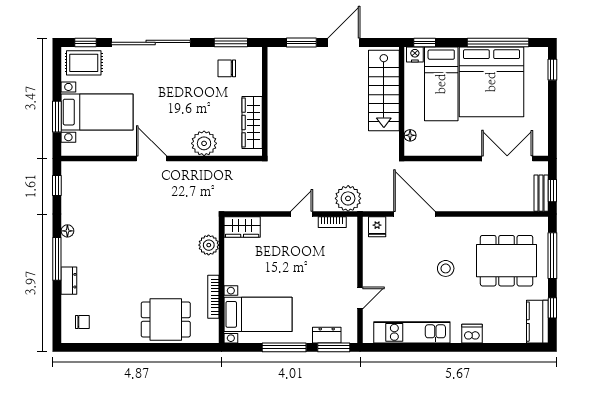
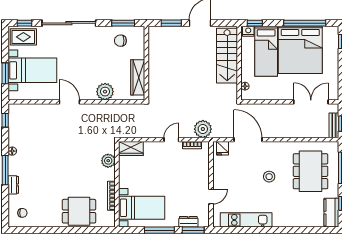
dining table: (507, 261) -> (310, 171), turned 90
dishwasher: (472, 334) -> (287, 221), removed

